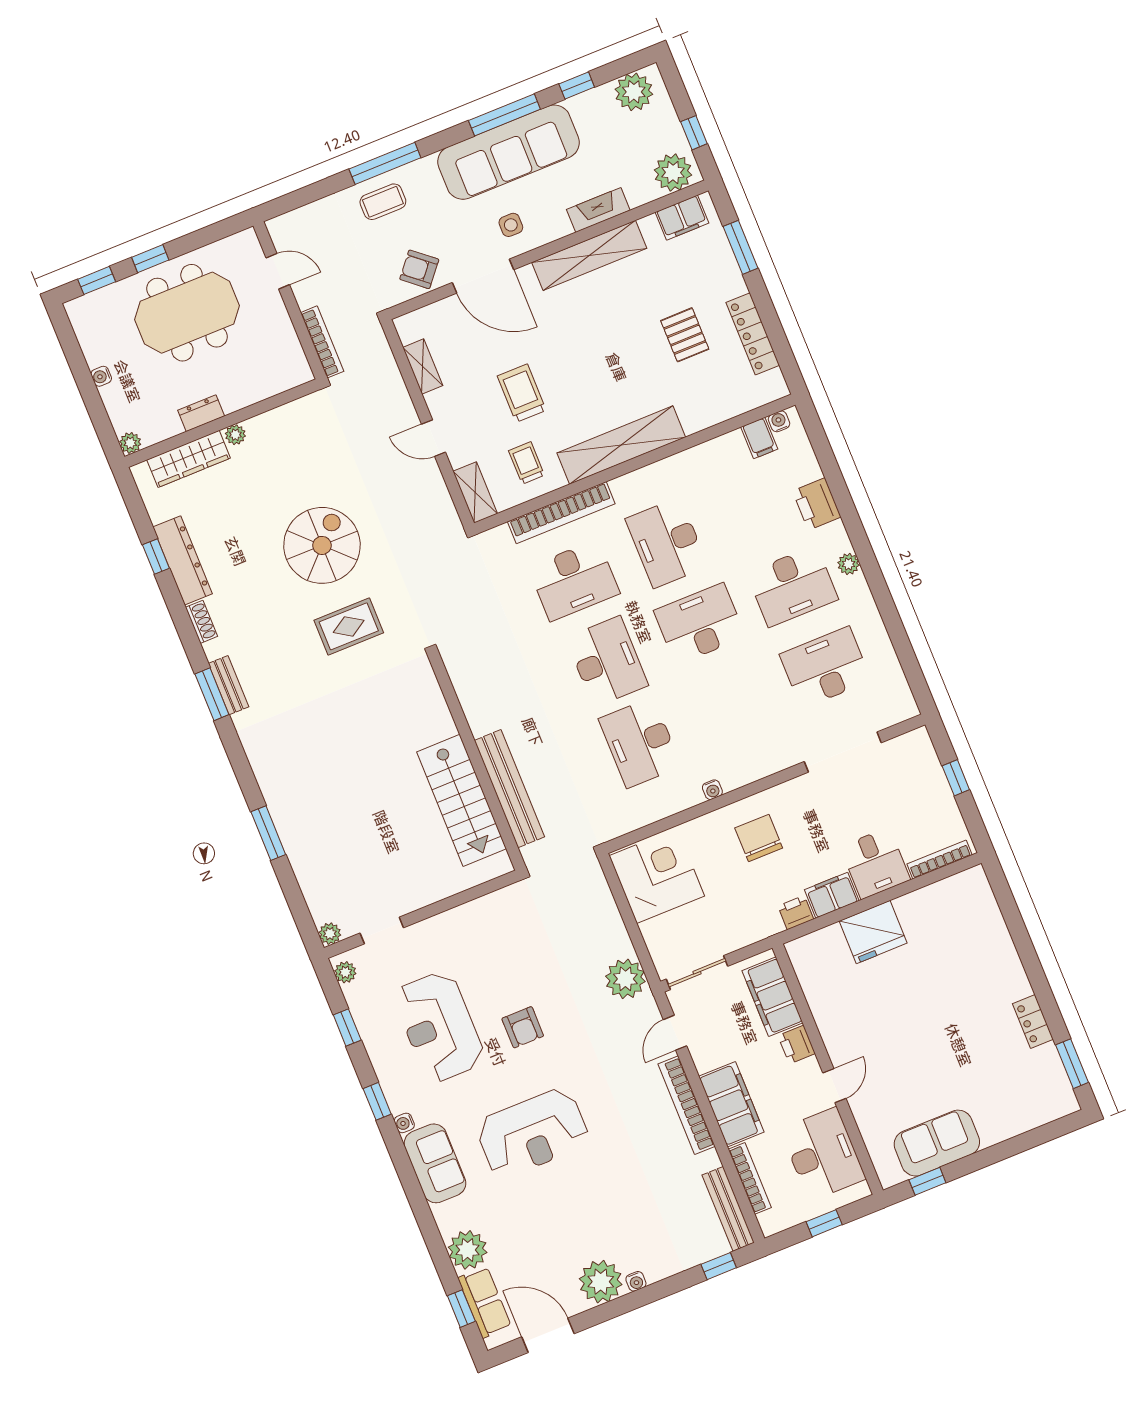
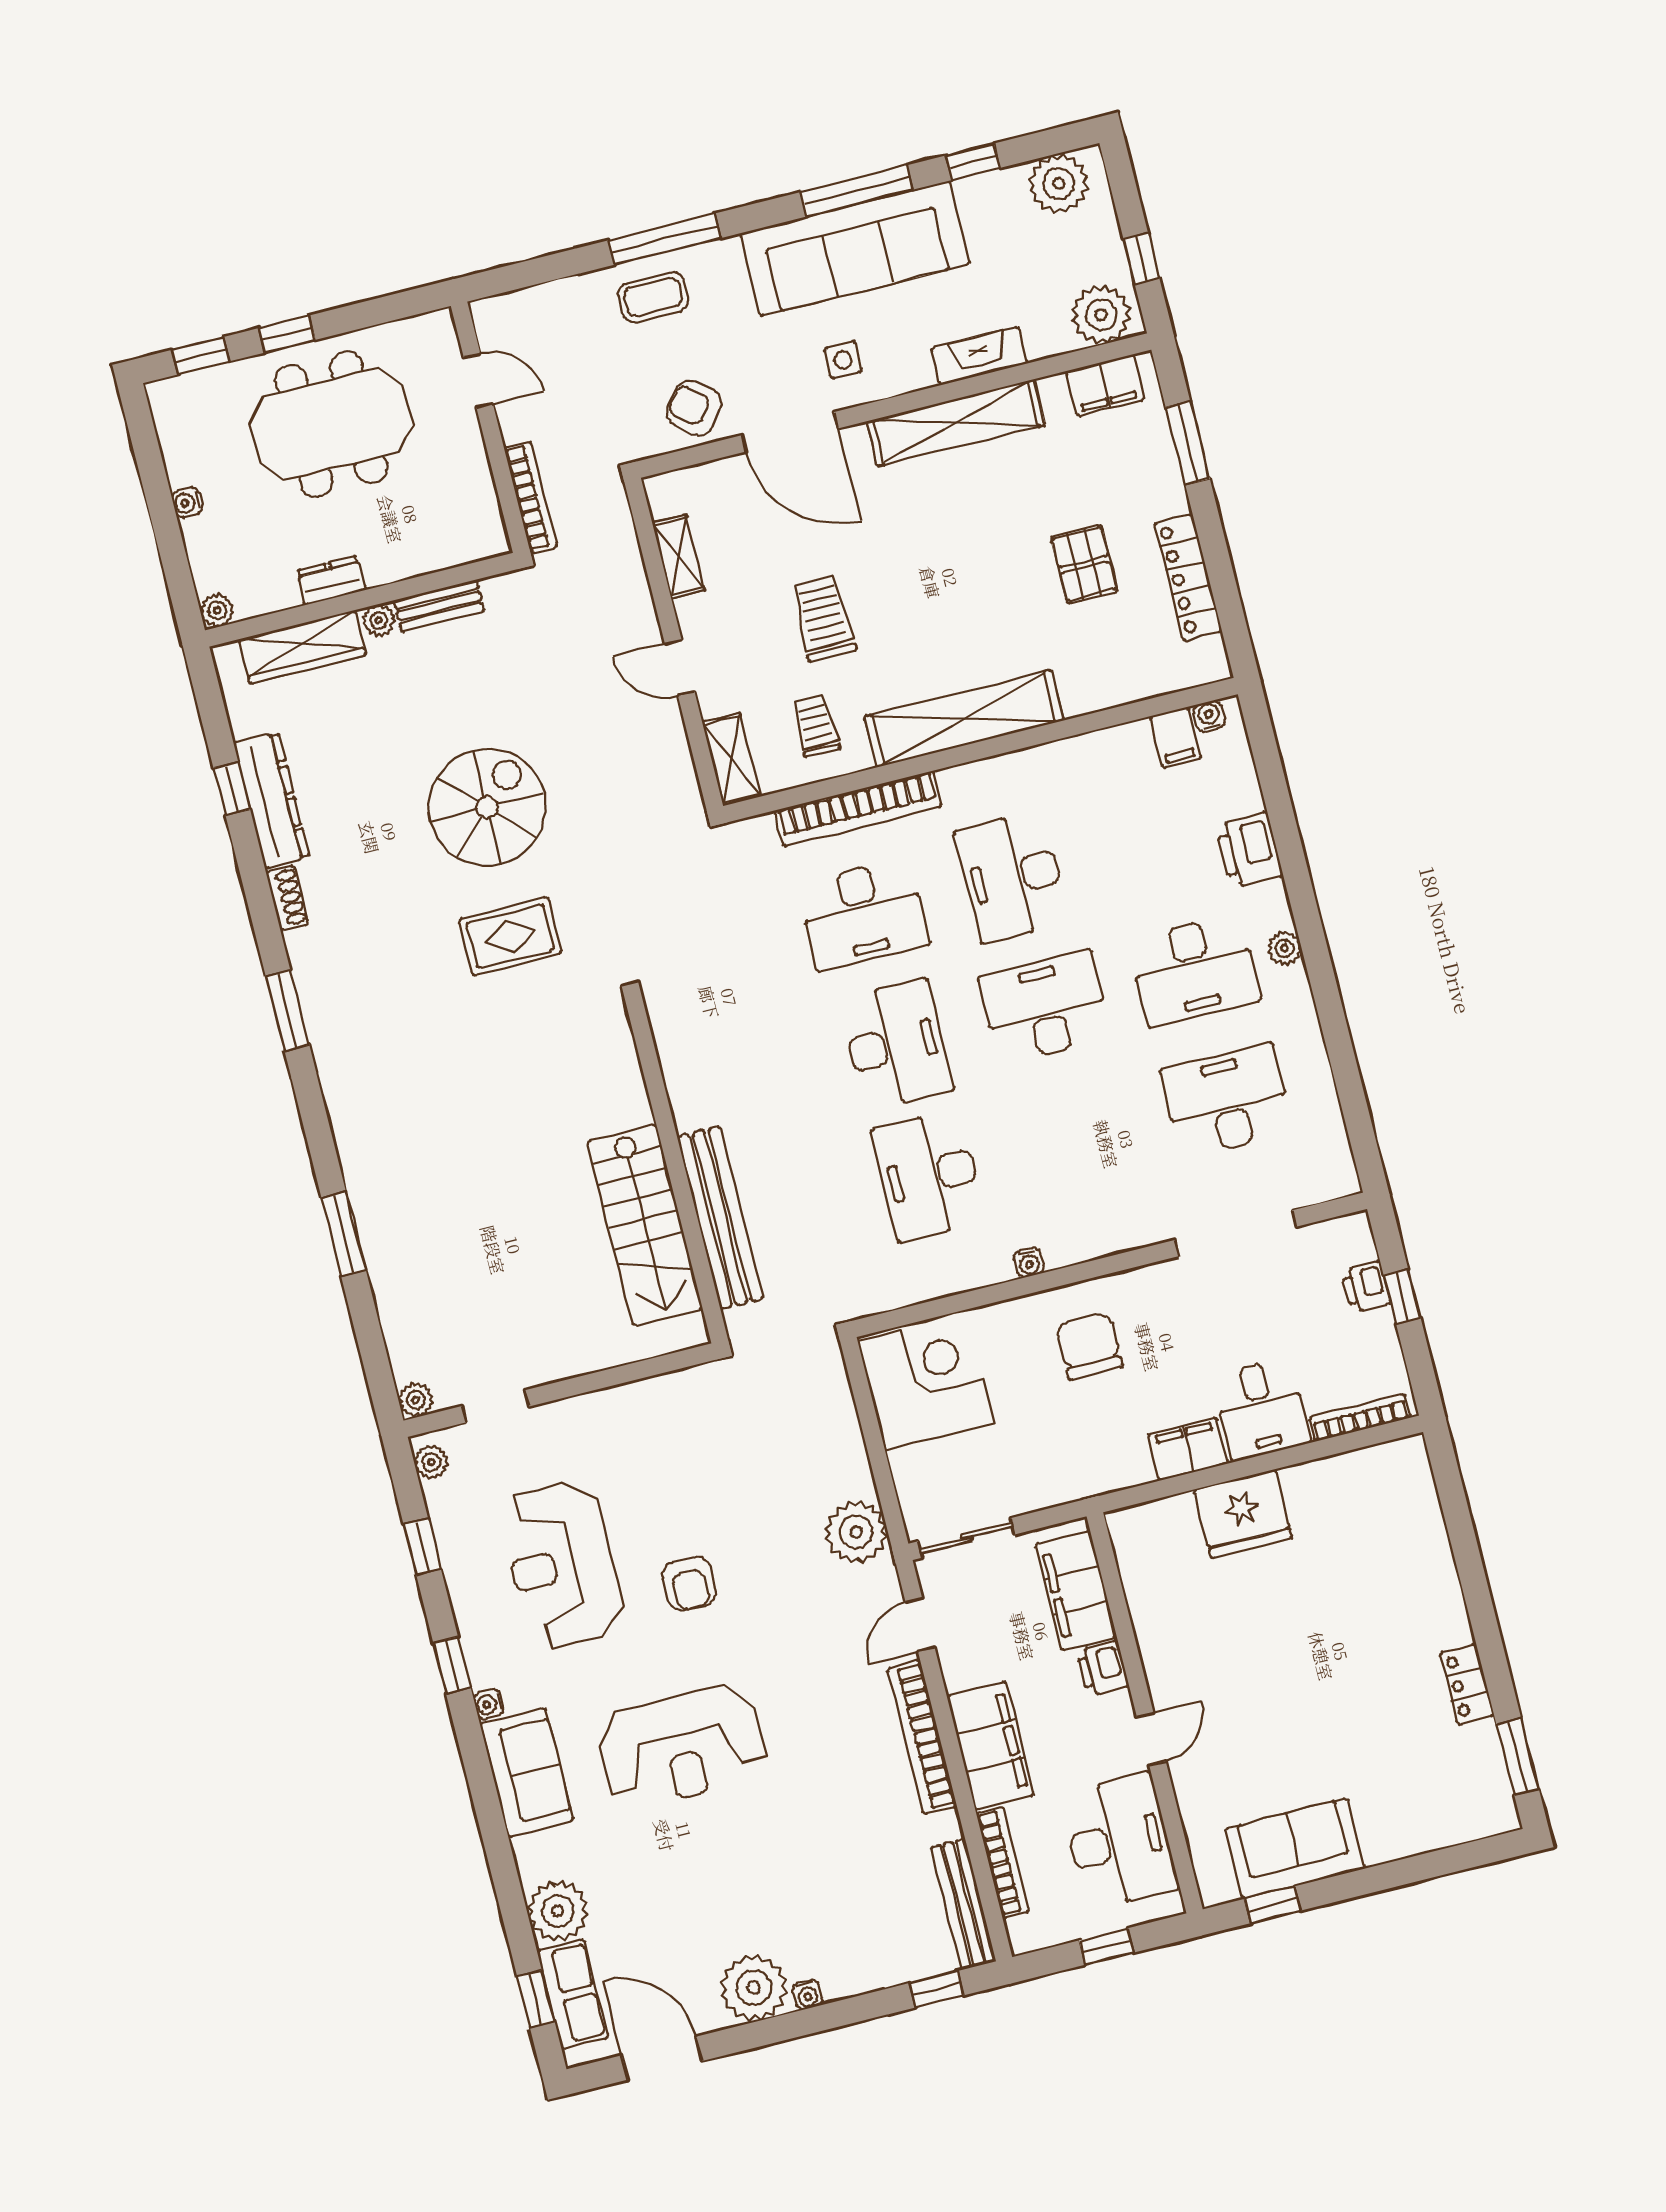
bench: (228, 685) -> (439, 606), moved, turned 90
printer: (796, 913) -> (1366, 1287), moved, turned -90

